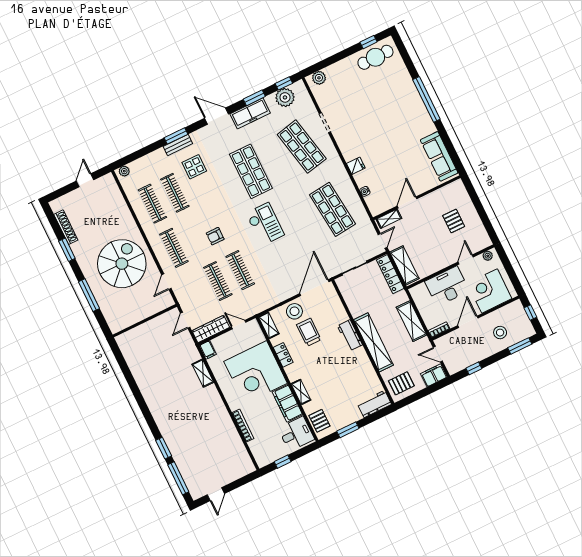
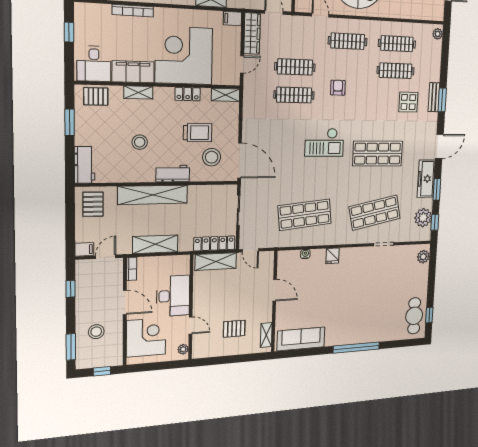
shelving: (389, 219) -> (266, 335), moved
stool: (294, 311) -> (212, 157), moved
stool: (338, 372) -> (140, 142), added
filing cabinet: (434, 375) -> (84, 249), width x0.50

